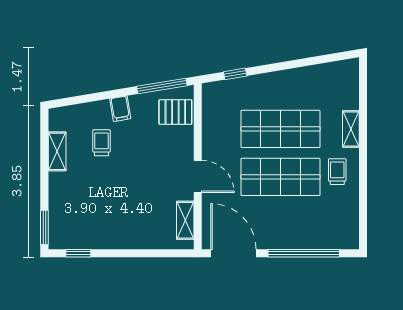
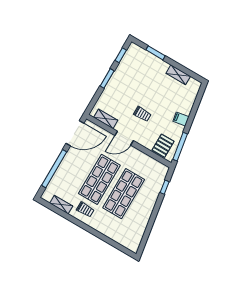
shelving: (351, 129) -> (61, 205), moved
trolley: (101, 143) -> (142, 114), moved
window: (44, 228) -> (156, 53), moved
window: (124, 253) -> (107, 78), added

